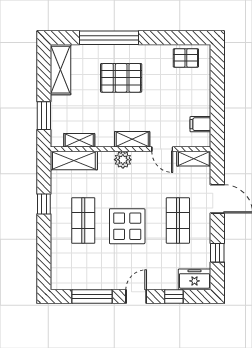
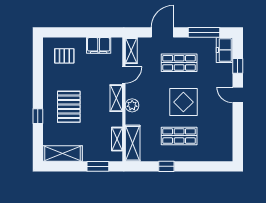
window: (109, 38) -> (38, 116), width x0.32
pallet: (186, 58) -> (64, 56), moved, turned 90
filing cabinet: (200, 124) -> (99, 45), width x2.00
window: (217, 253) -> (204, 32), width x2.17
window: (92, 297) -> (238, 129), removed

